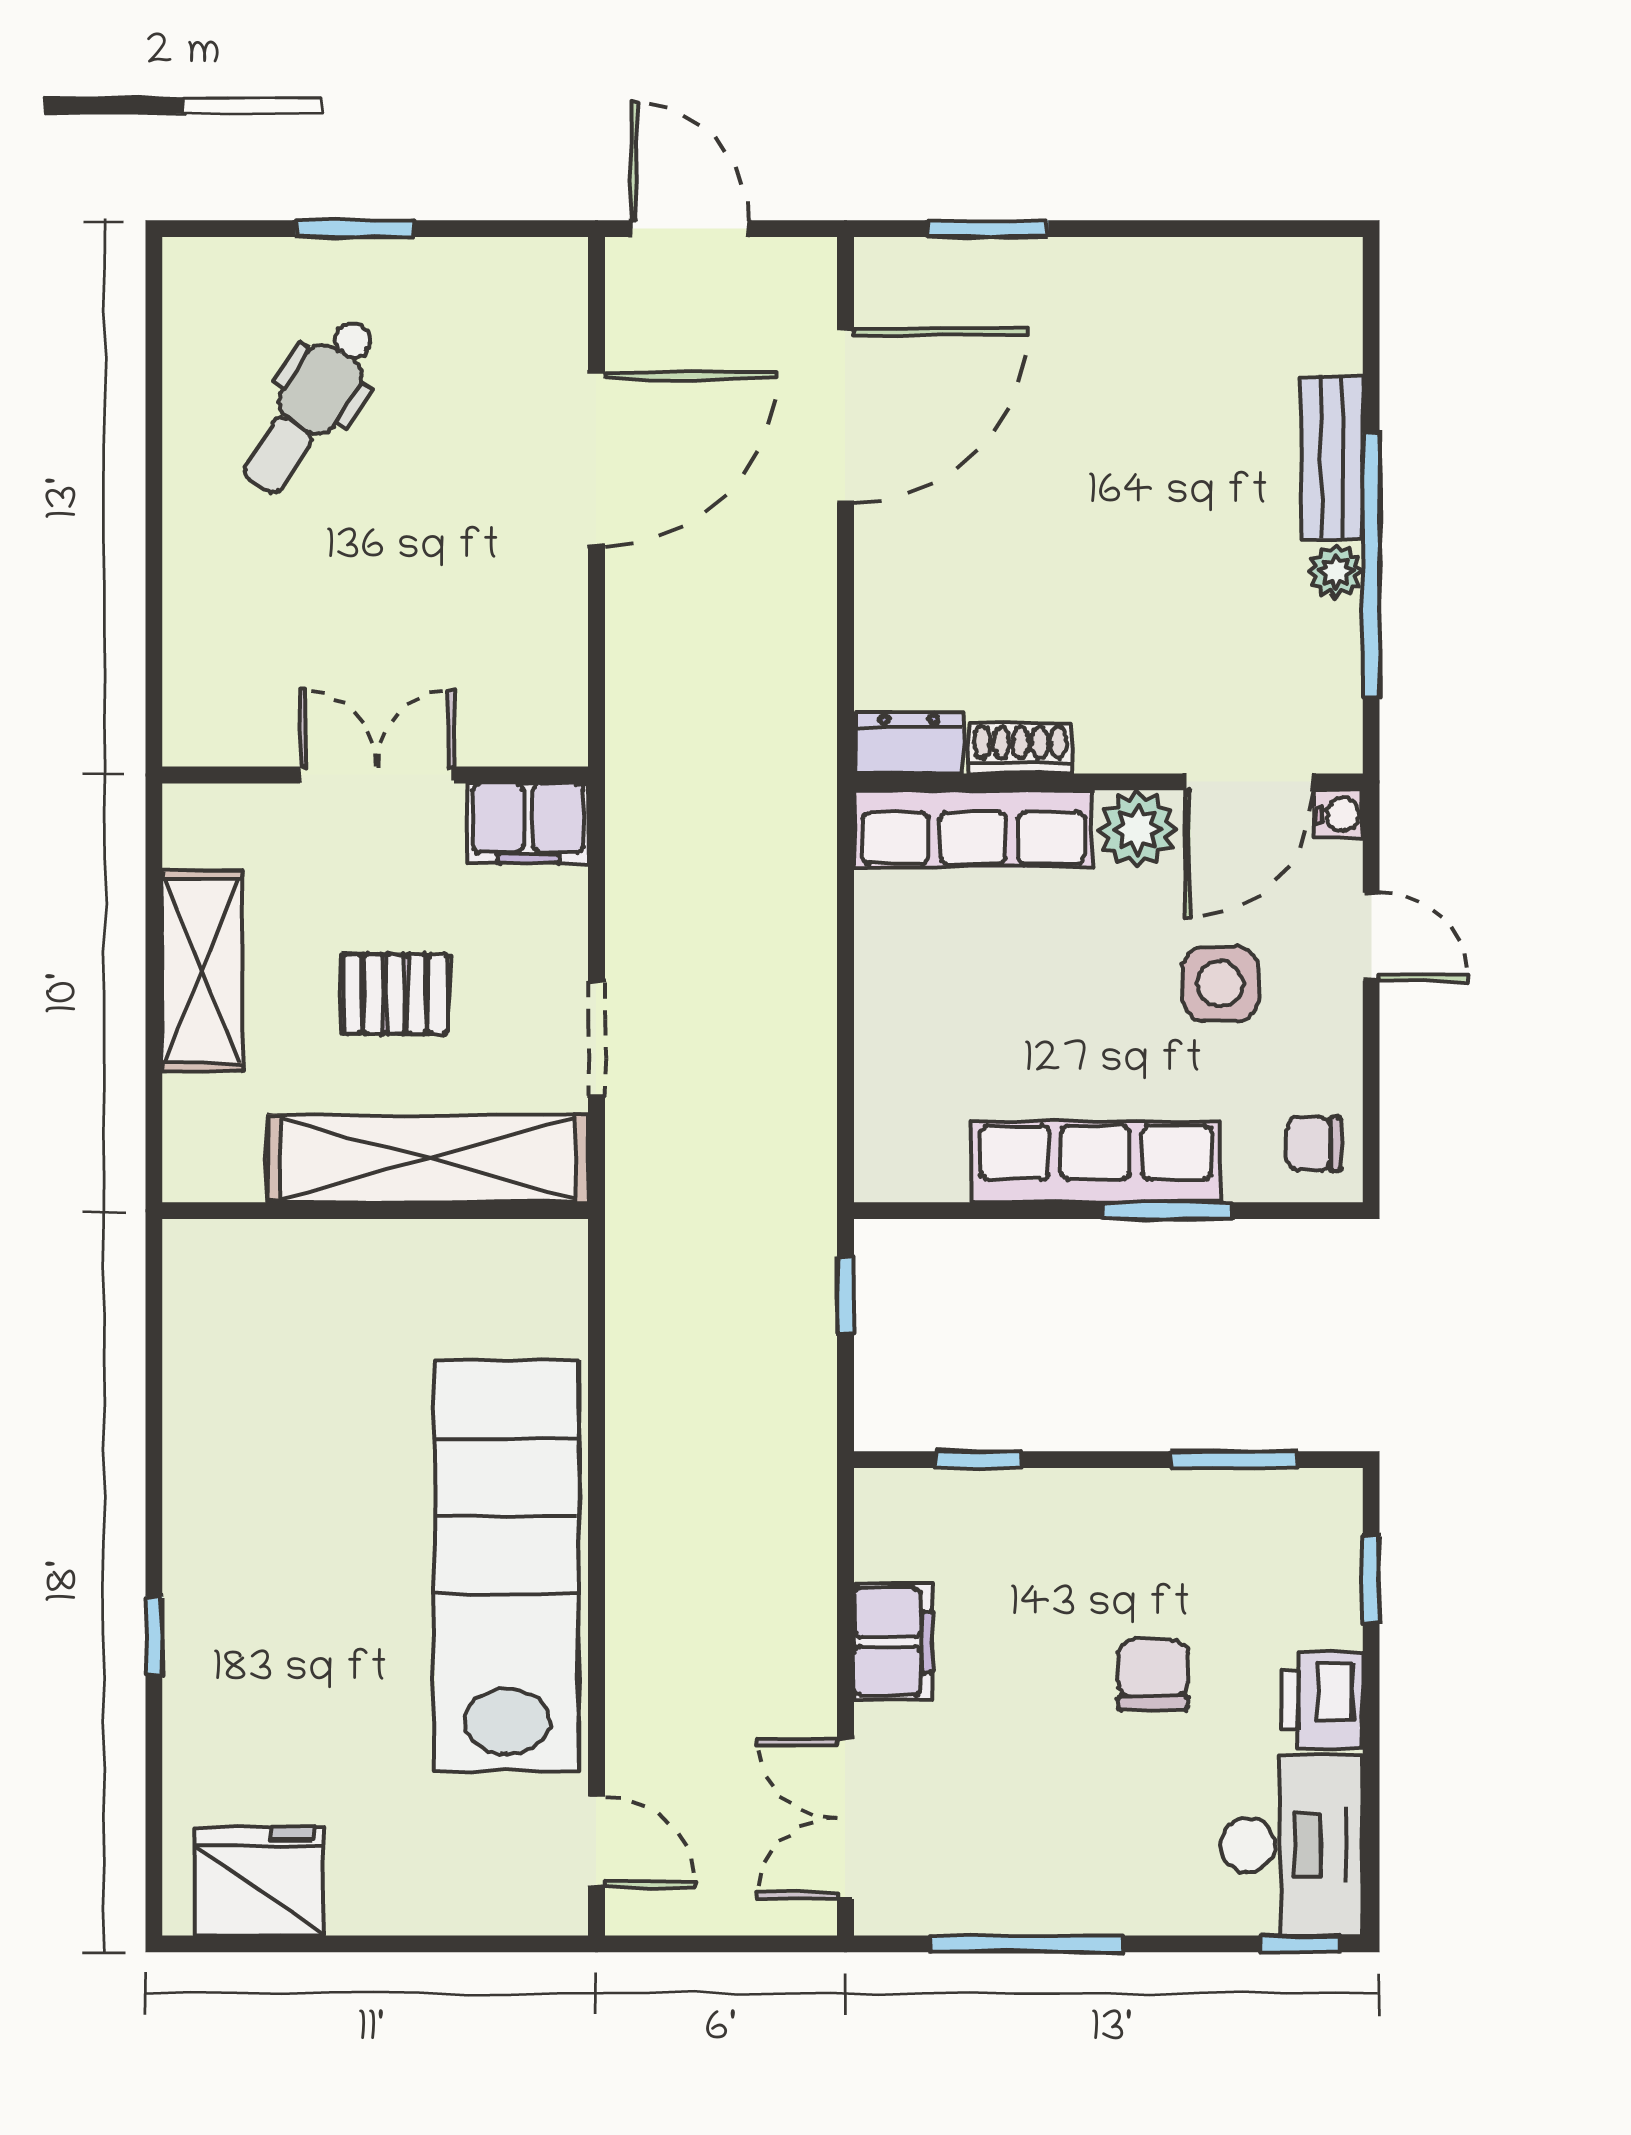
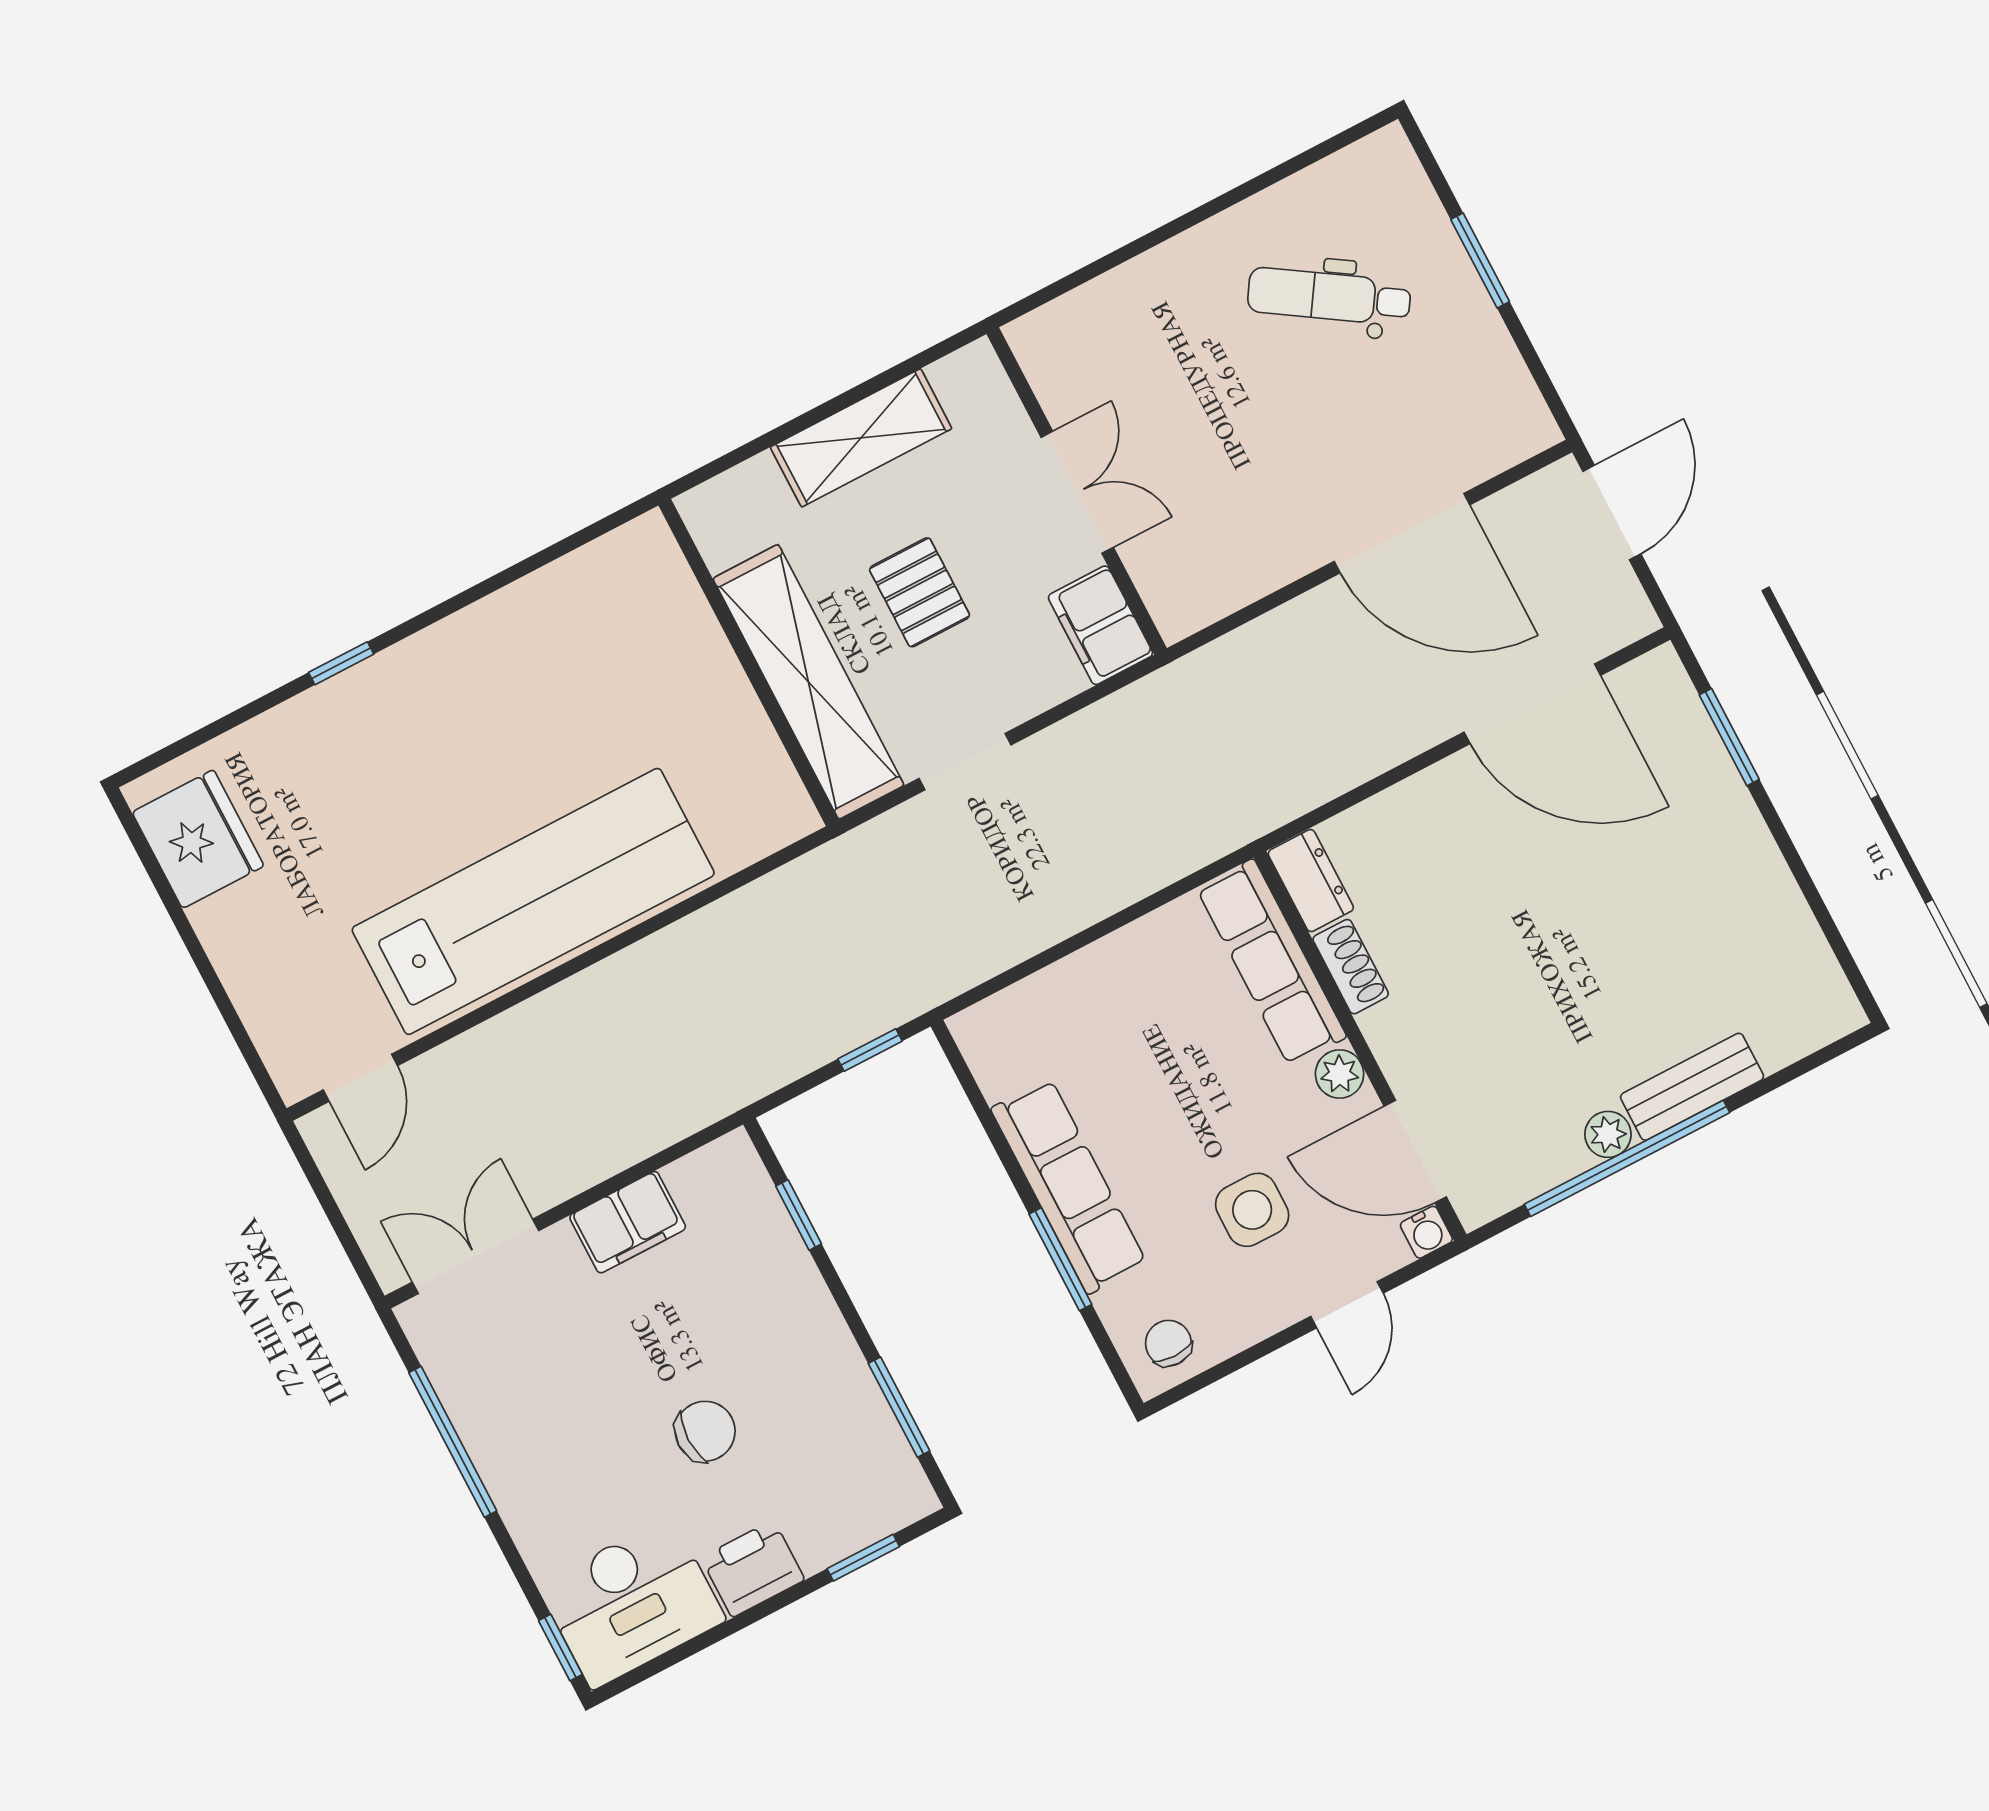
plant: (1137, 829) -> (1340, 1074), width x0.73, depth x0.73

